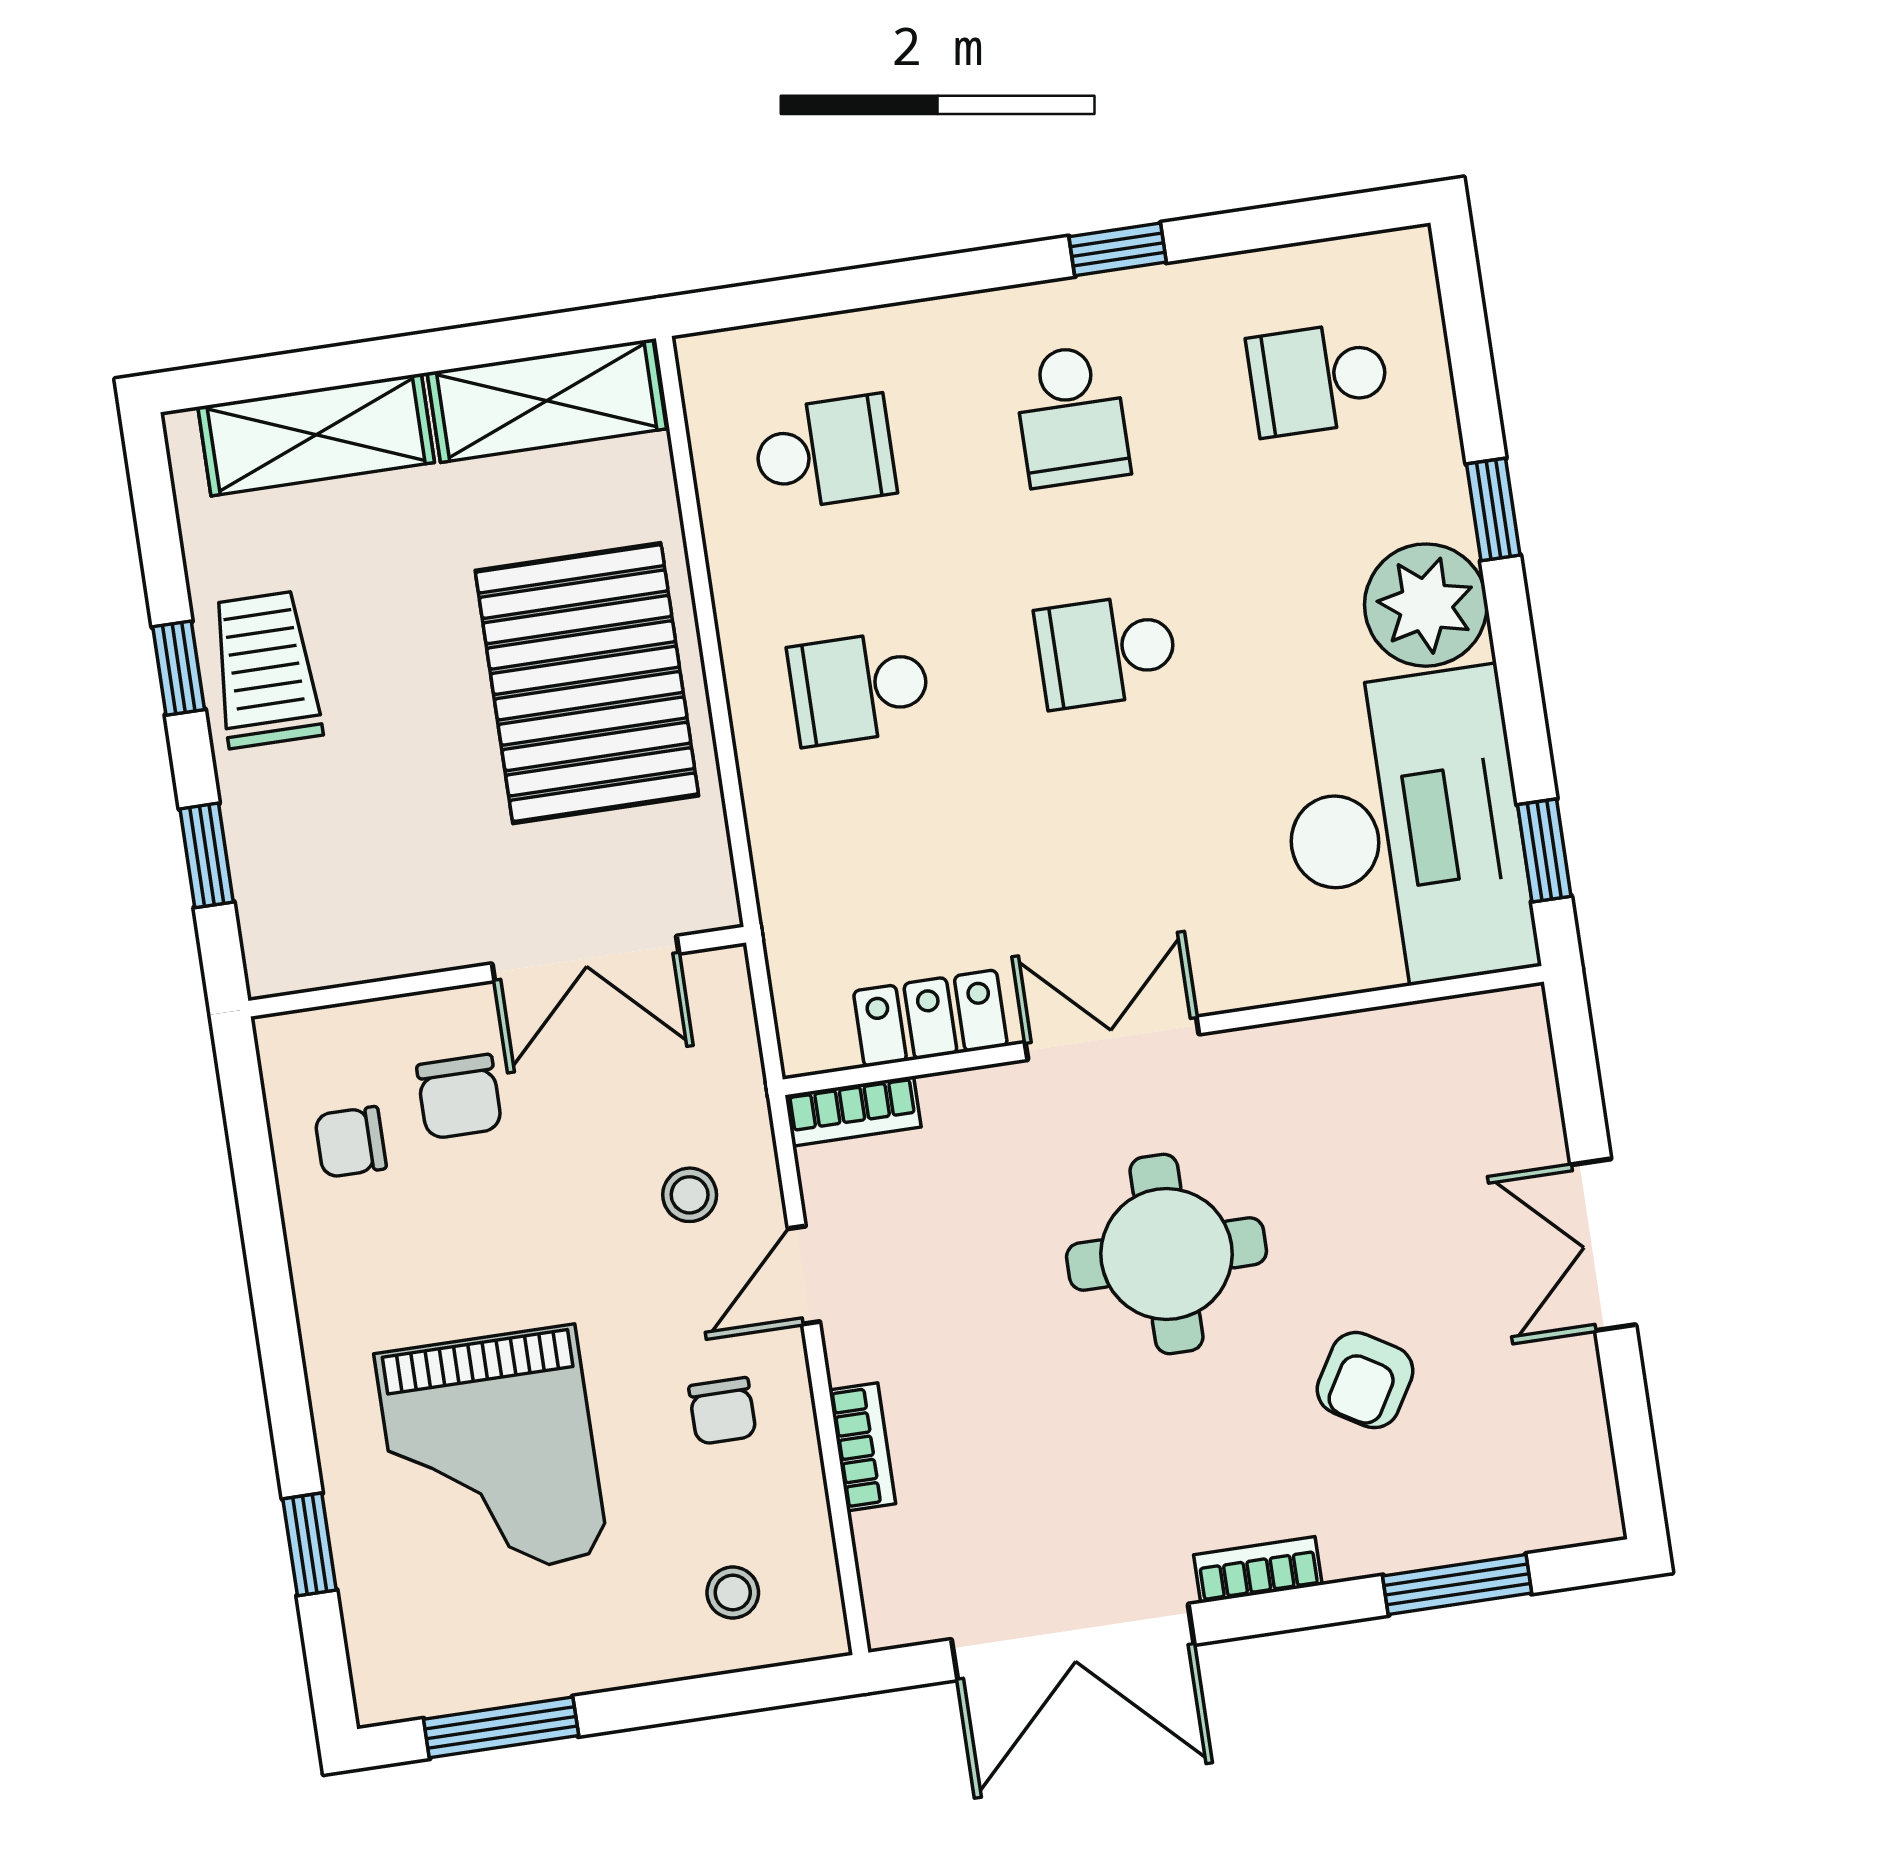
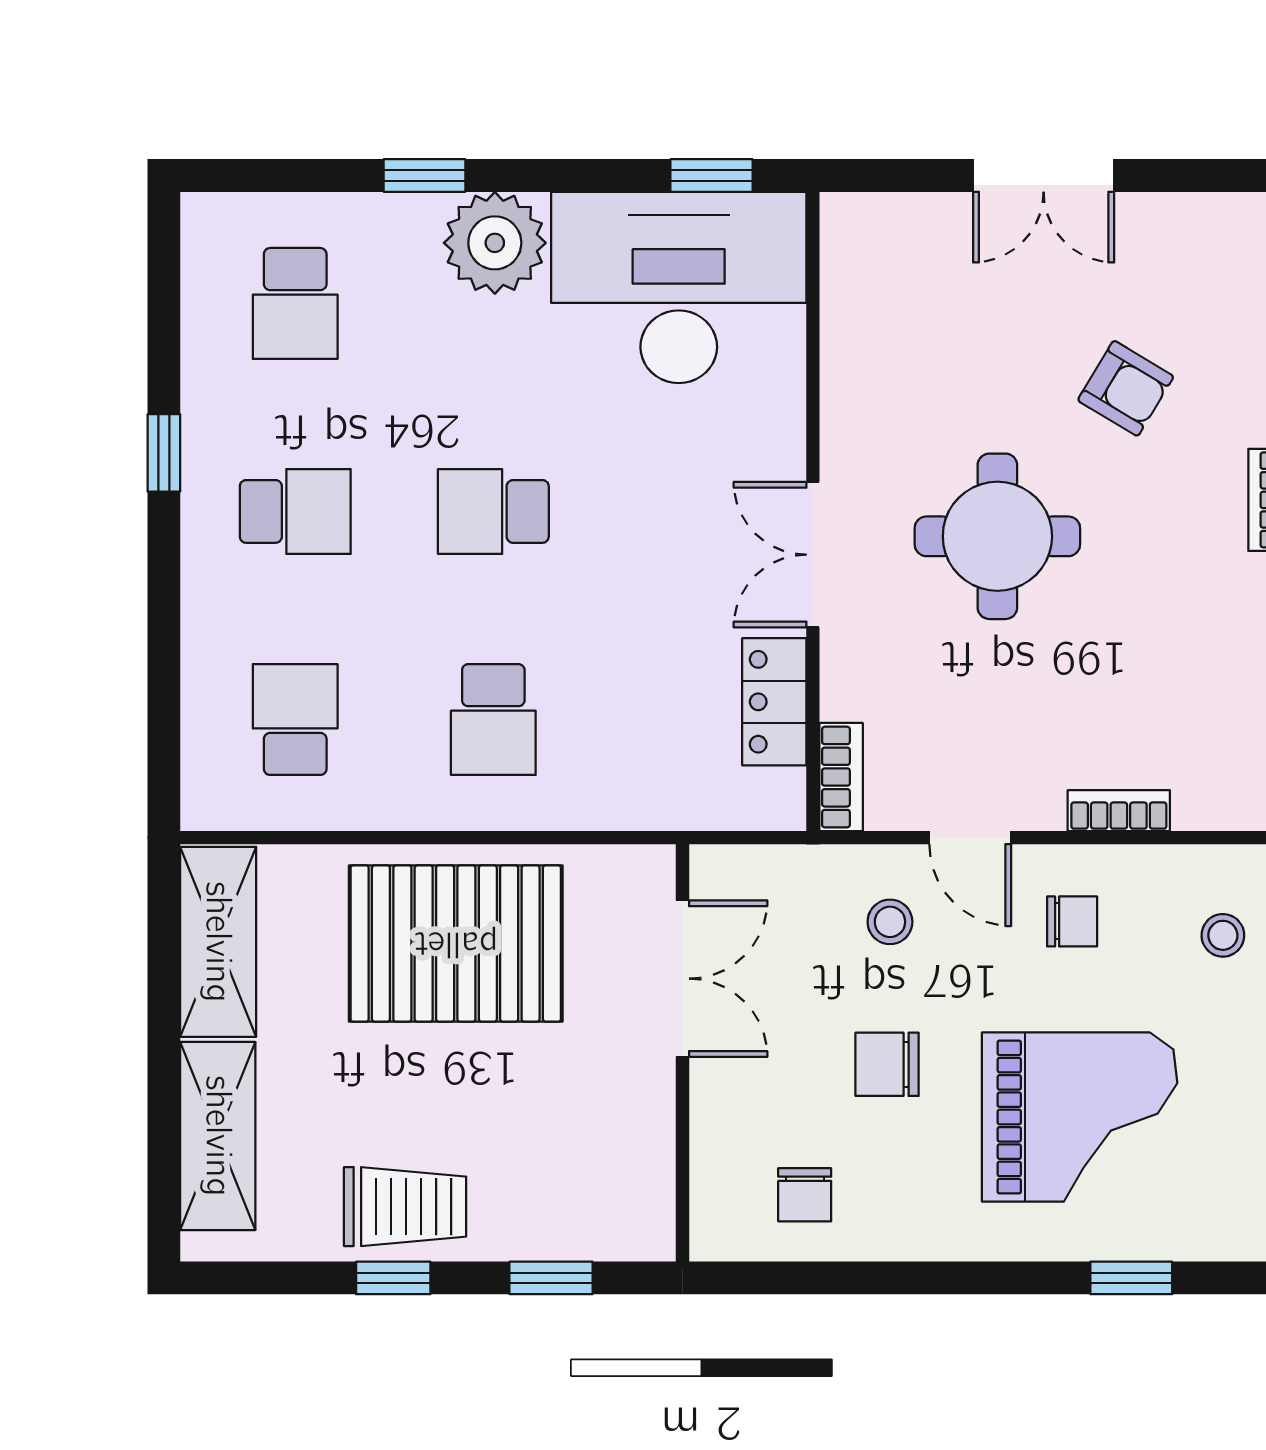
school desk: (1107, 651) -> (493, 511), turned 90
trolley: (266, 670) -> (405, 1207), turned 180
chair: (459, 1097) -> (887, 1064), moved, turned 180

